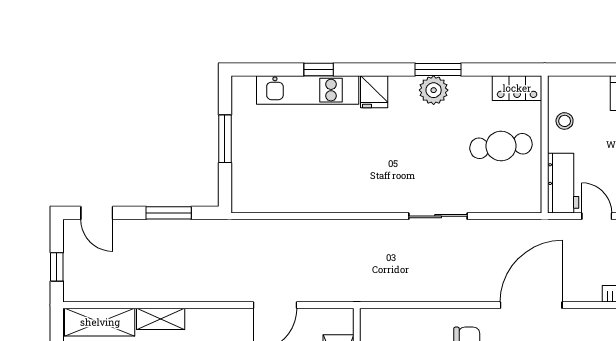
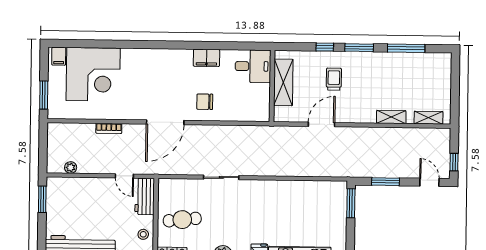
window: (225, 139) -> (351, 203), moved
window: (57, 267) -> (454, 162), moved
shelving: (100, 322) -> (429, 118), width x0.67, depth x0.75

